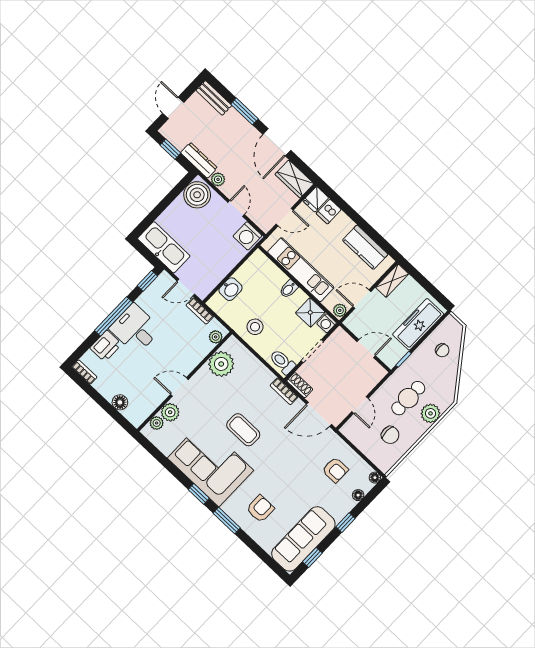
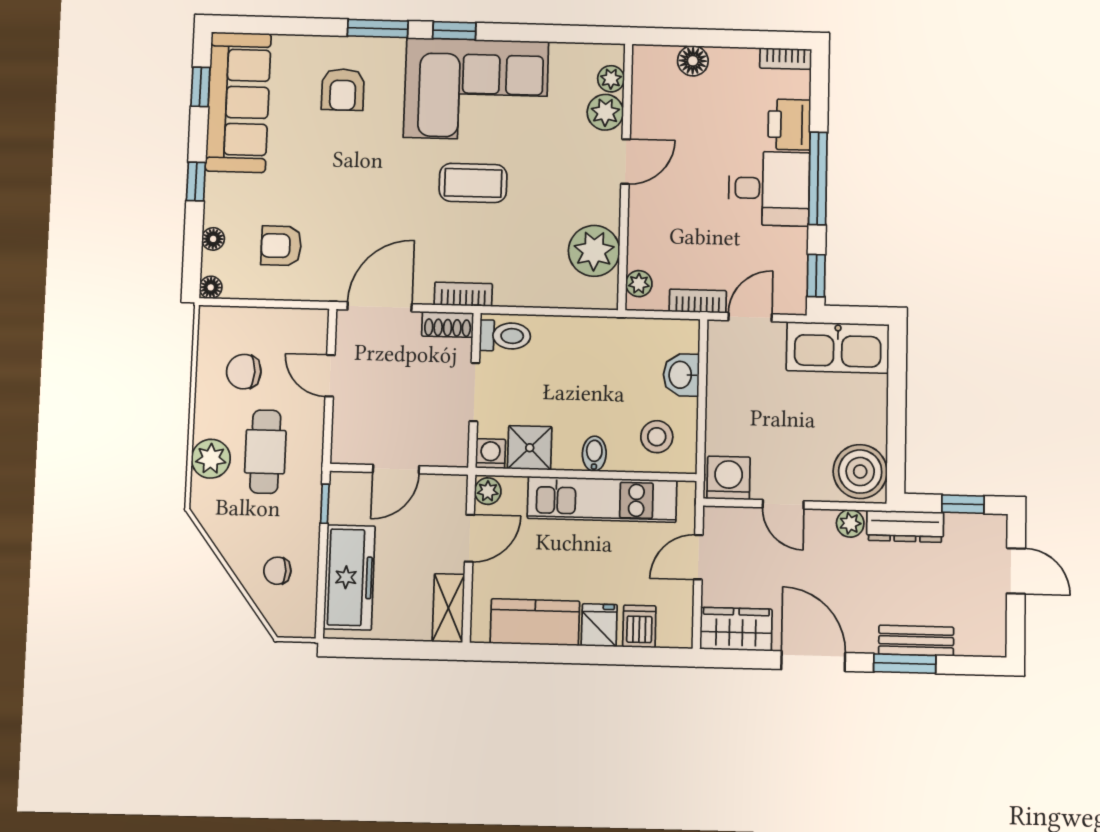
bench: (214, 98) -> (916, 641), moved
fridge: (316, 199) -> (599, 625), moved
stool: (255, 327) -> (657, 437), moved

